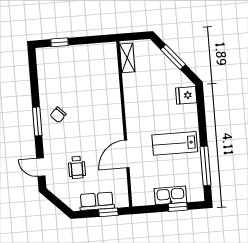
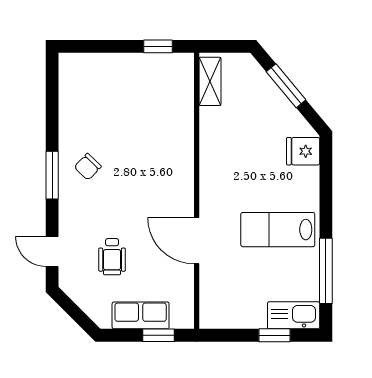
window: (60, 42) -> (158, 46), moved
door: (127, 154) -> (197, 241), hinge flipped
kitchen sink: (170, 195) -> (294, 315), moved

